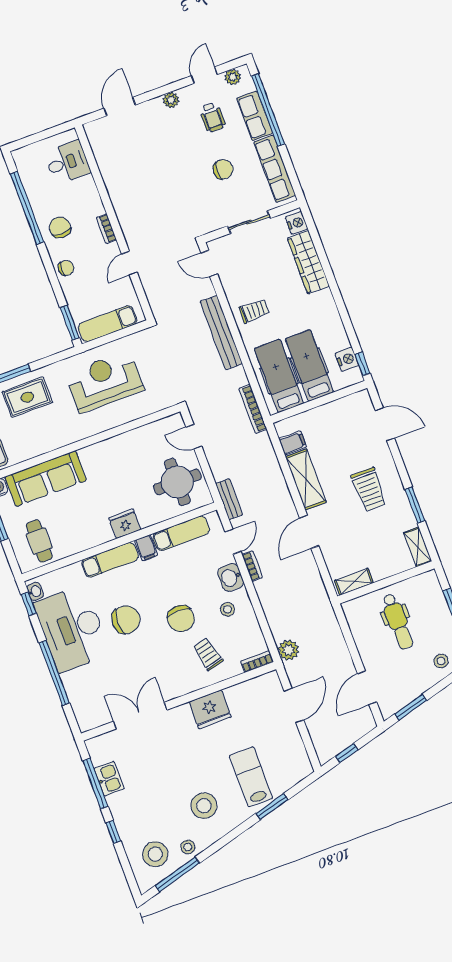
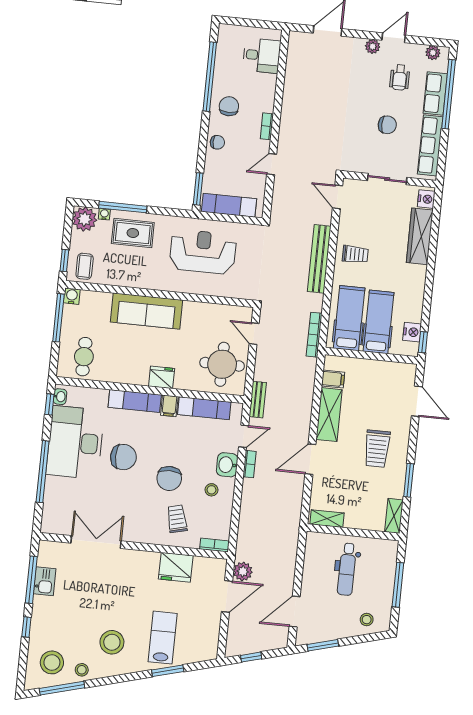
door: (204, 75) -> (394, 38), moved
sofa: (46, 479) -> (146, 311), moved
plant: (288, 650) -> (243, 571), moved
fridge: (210, 709) -> (176, 567), moved

